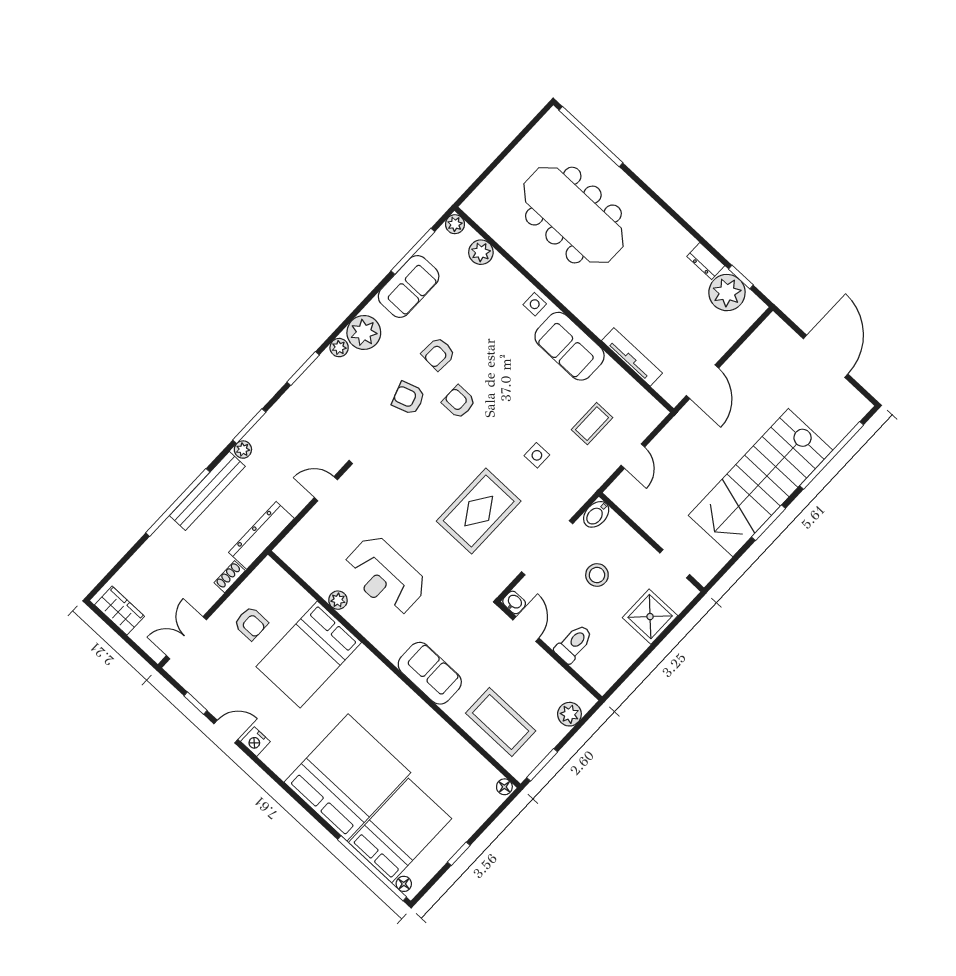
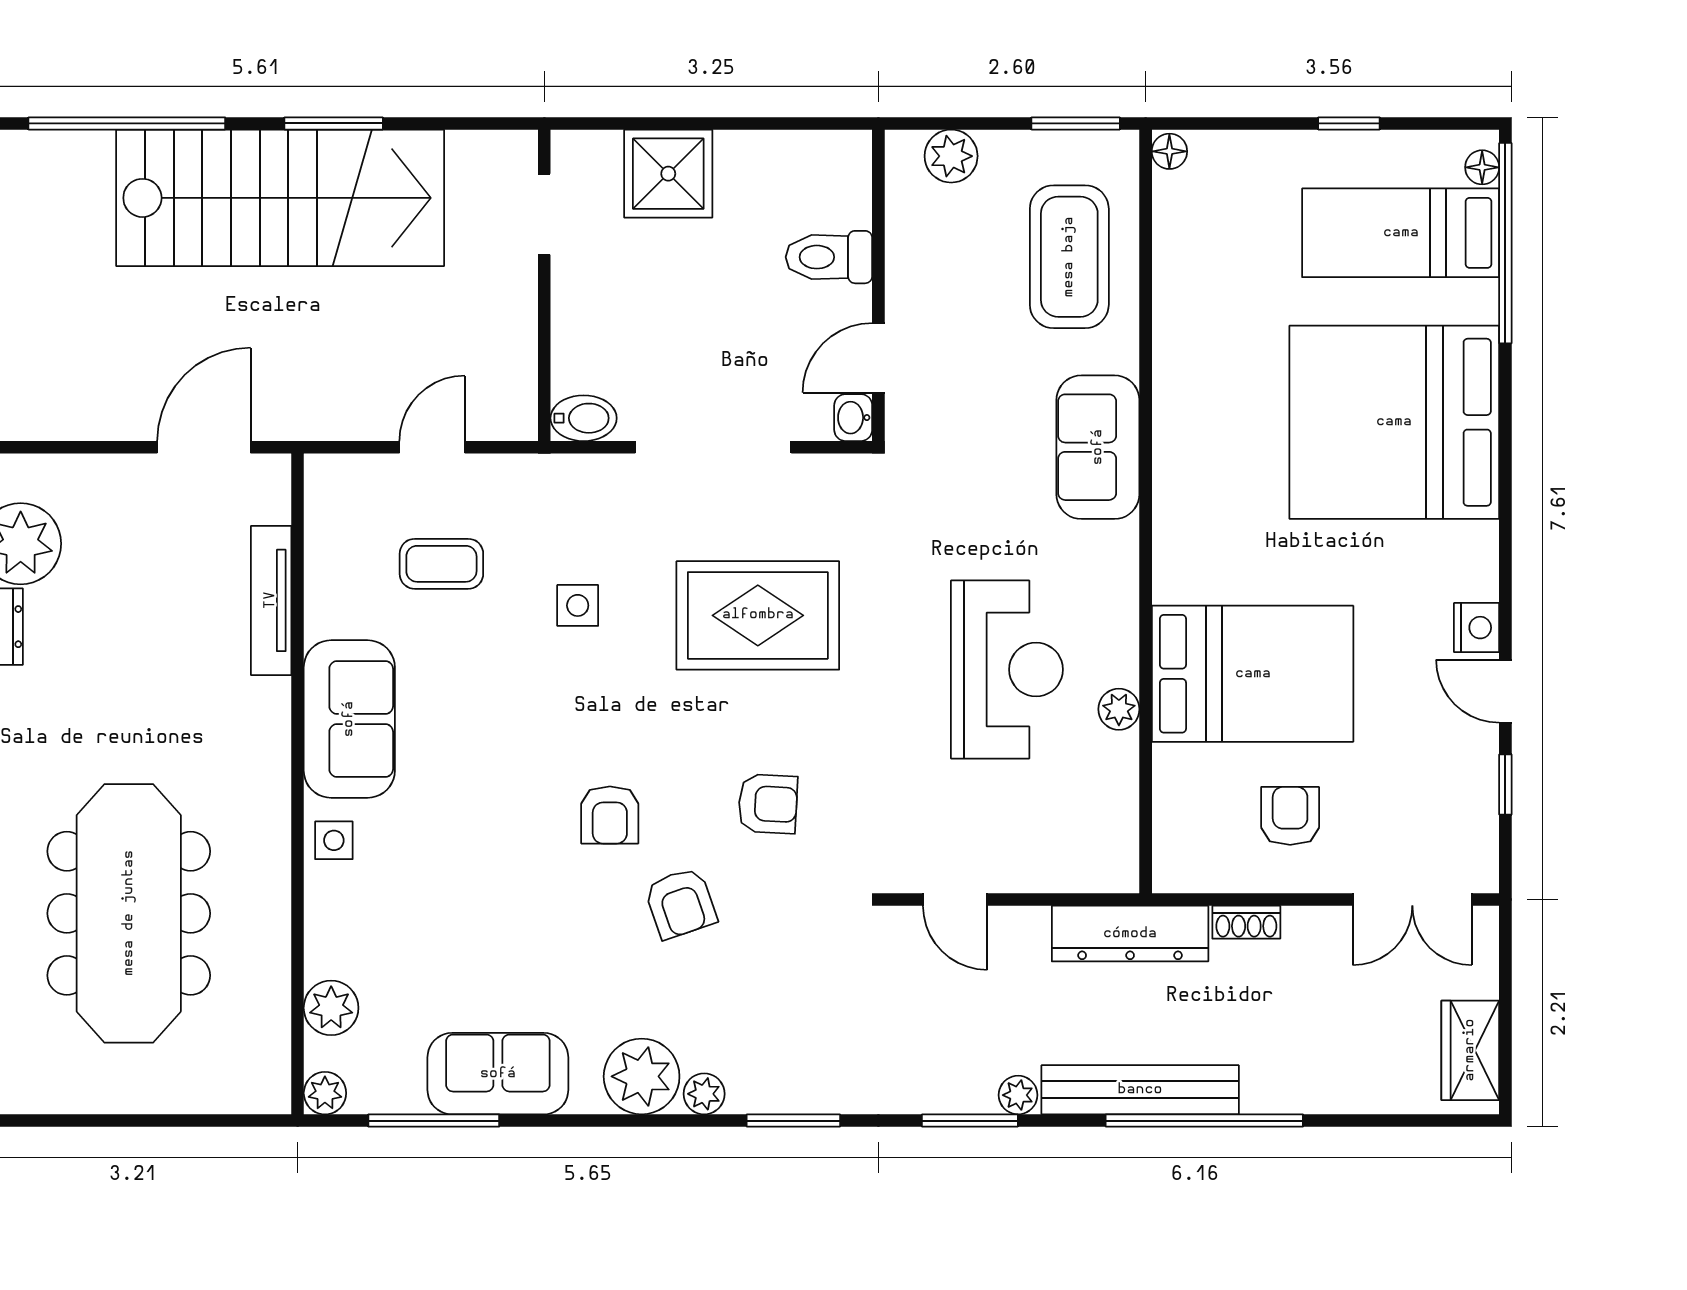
armchair: (438, 354) -> (768, 804), moved
stool: (597, 575) -> (681, 324), removed
bed: (400, 831) -> (1401, 233), width x0.67

